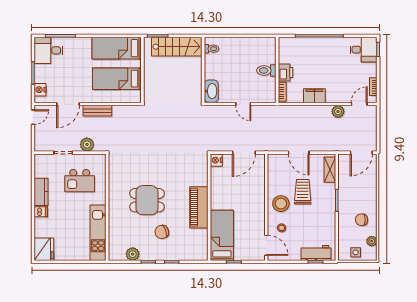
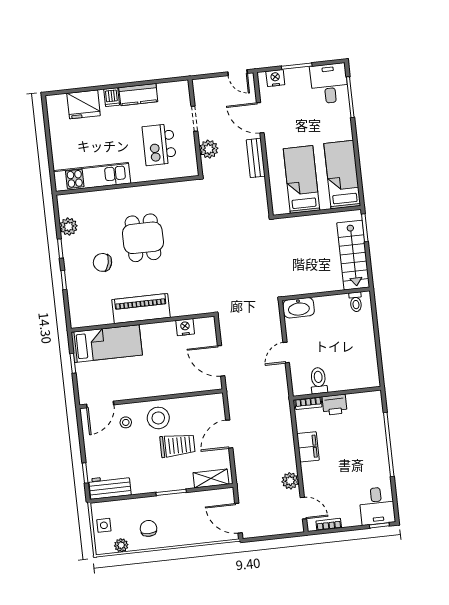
toilet: (266, 70) -> (319, 381), moved
nightstand: (216, 160) -> (185, 327), moved
chair: (162, 232) -> (103, 262), turned -56
fridge: (44, 249) -> (84, 104), moved
workbench: (316, 253) -> (110, 487), moved, turned -90

